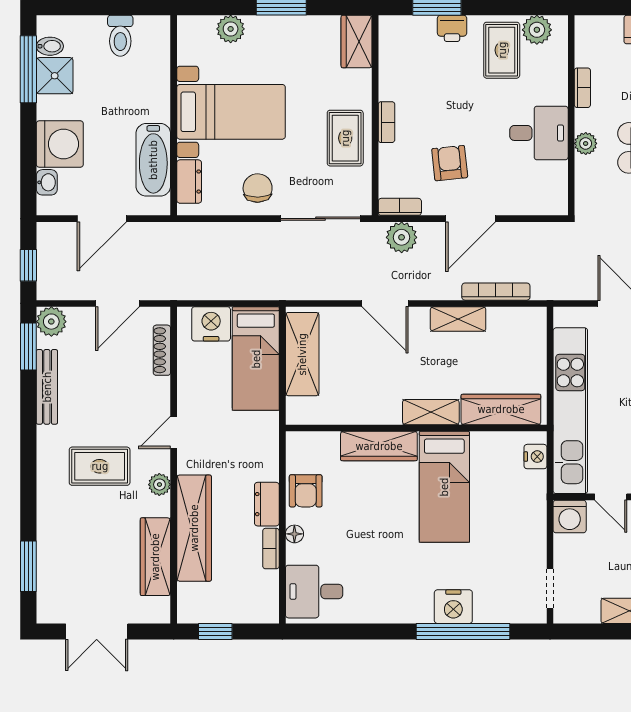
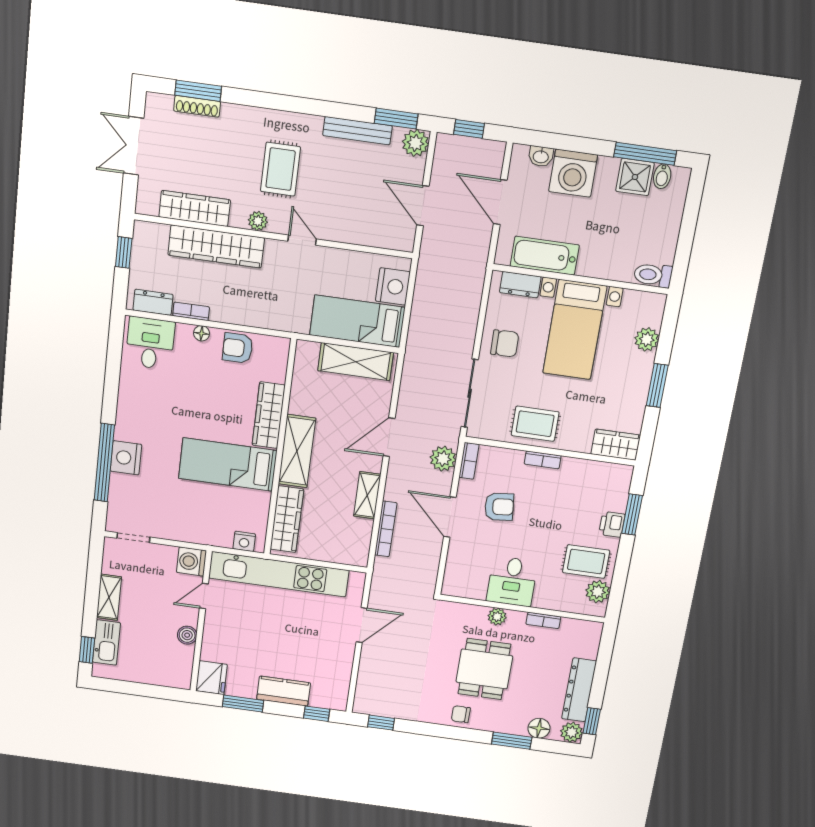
toilet: (120, 36) -> (653, 275), moved
shoe rack: (162, 350) -> (197, 106), moved, turned 180
shelving: (431, 412) -> (297, 451), width x1.50, depth x1.33
dresser: (267, 504) -> (153, 302), moved

